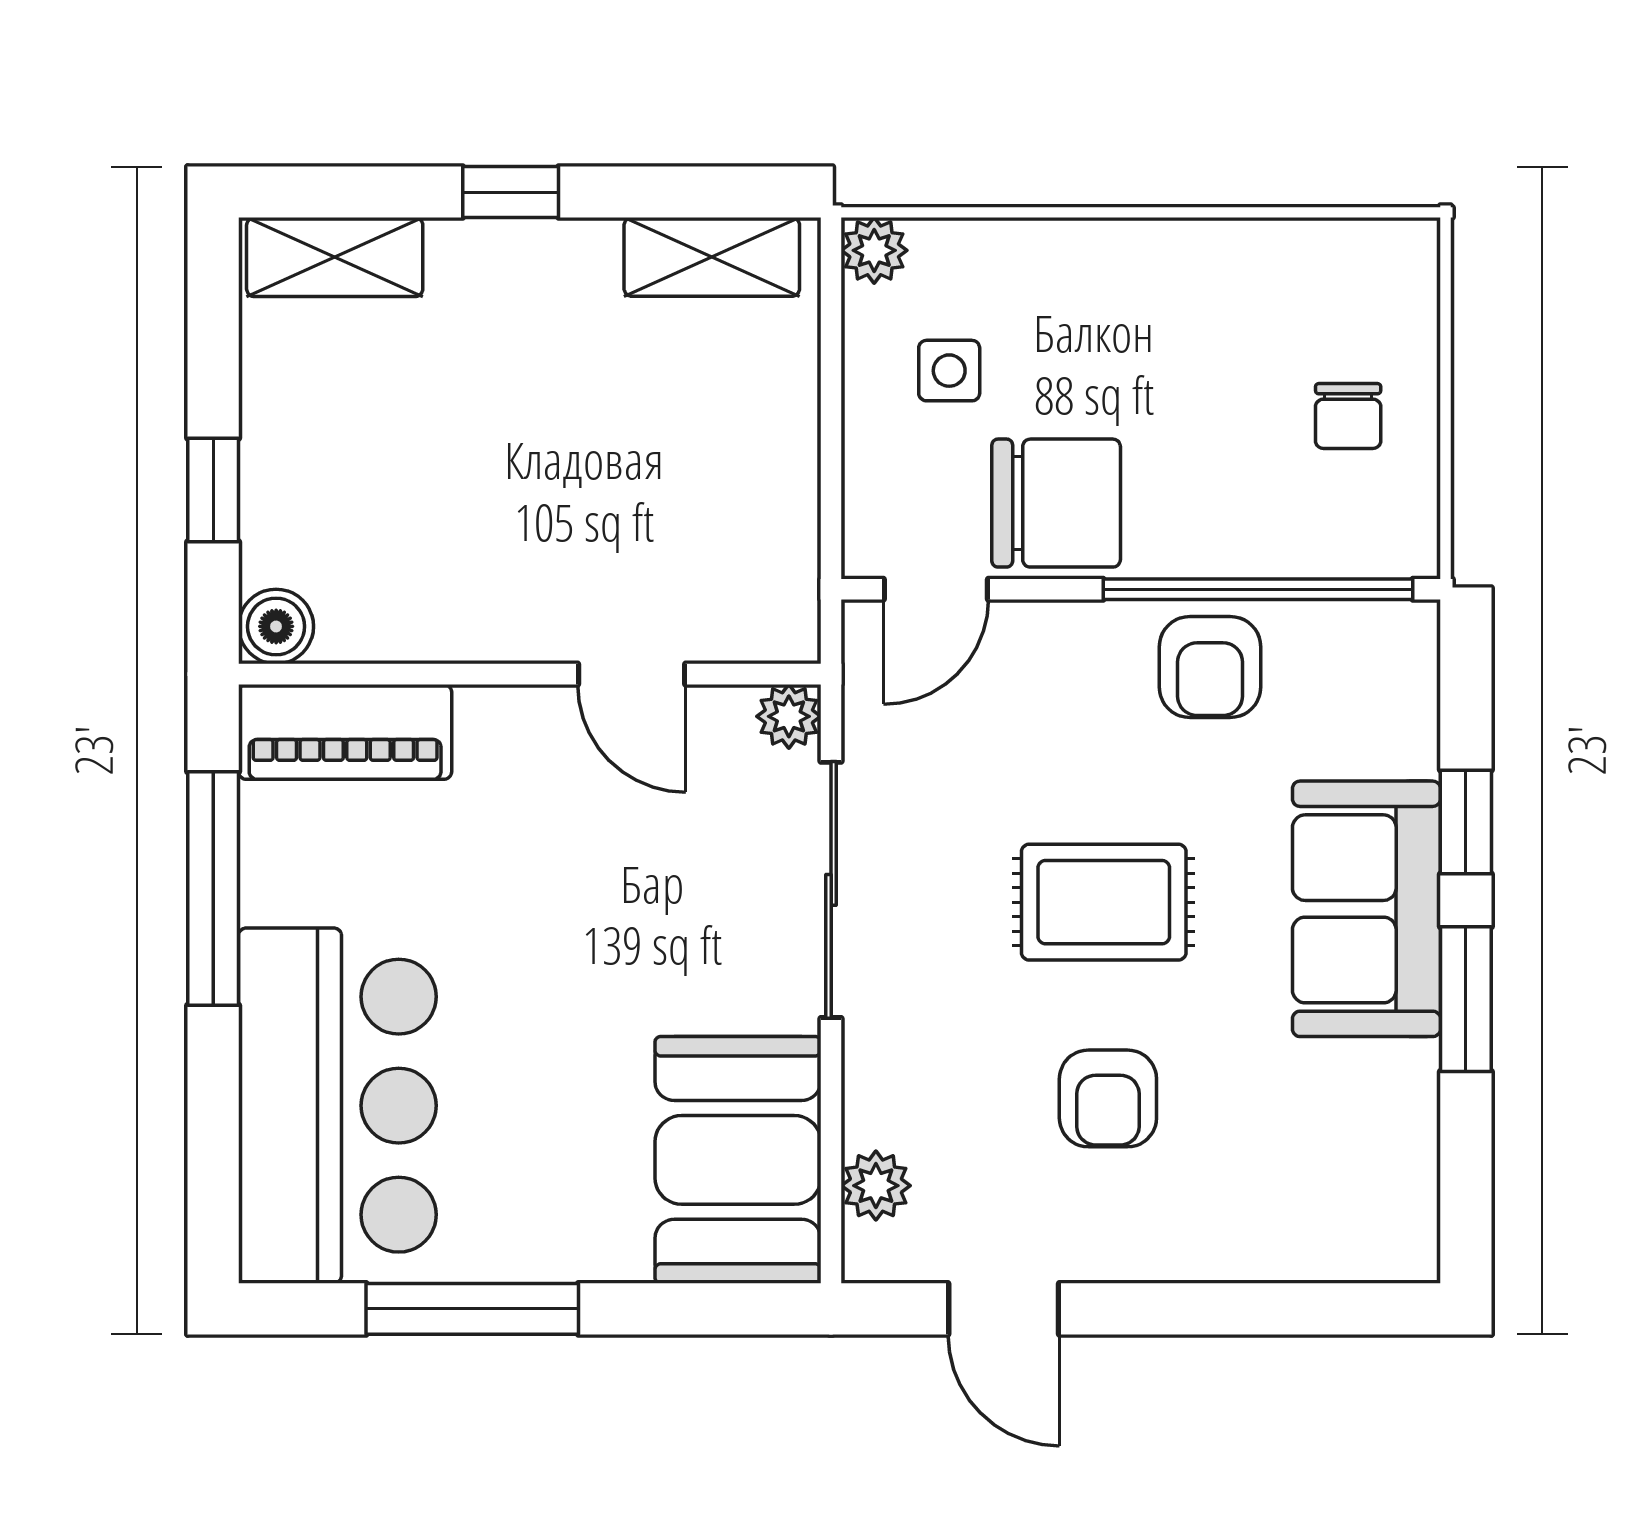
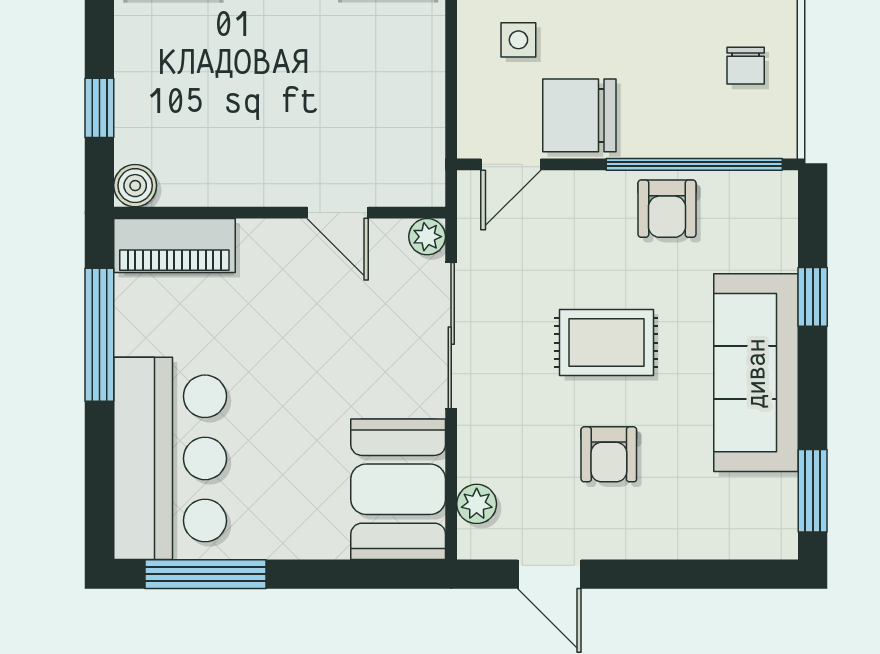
chair: (1056, 503) -> (579, 115), turned 180
sofa: (1366, 909) -> (756, 373), width x1.36
window: (1466, 999) -> (813, 491), moved
window: (472, 1309) -> (205, 574), moved

